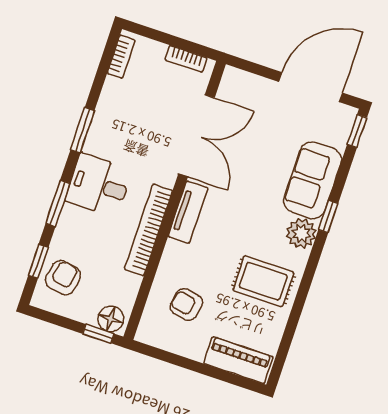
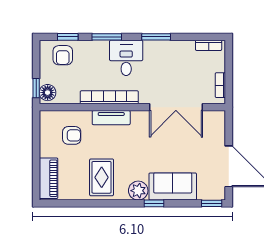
tv unit: (188, 212) -> (111, 118), moved
armchair: (63, 278) -> (63, 55), turned 80
armchair: (186, 305) -> (72, 135), turned 79

